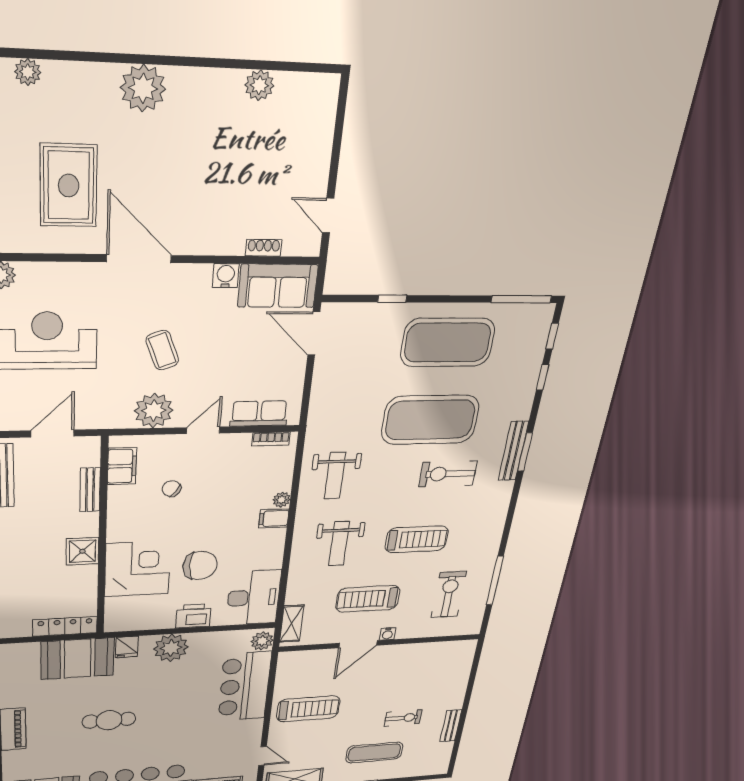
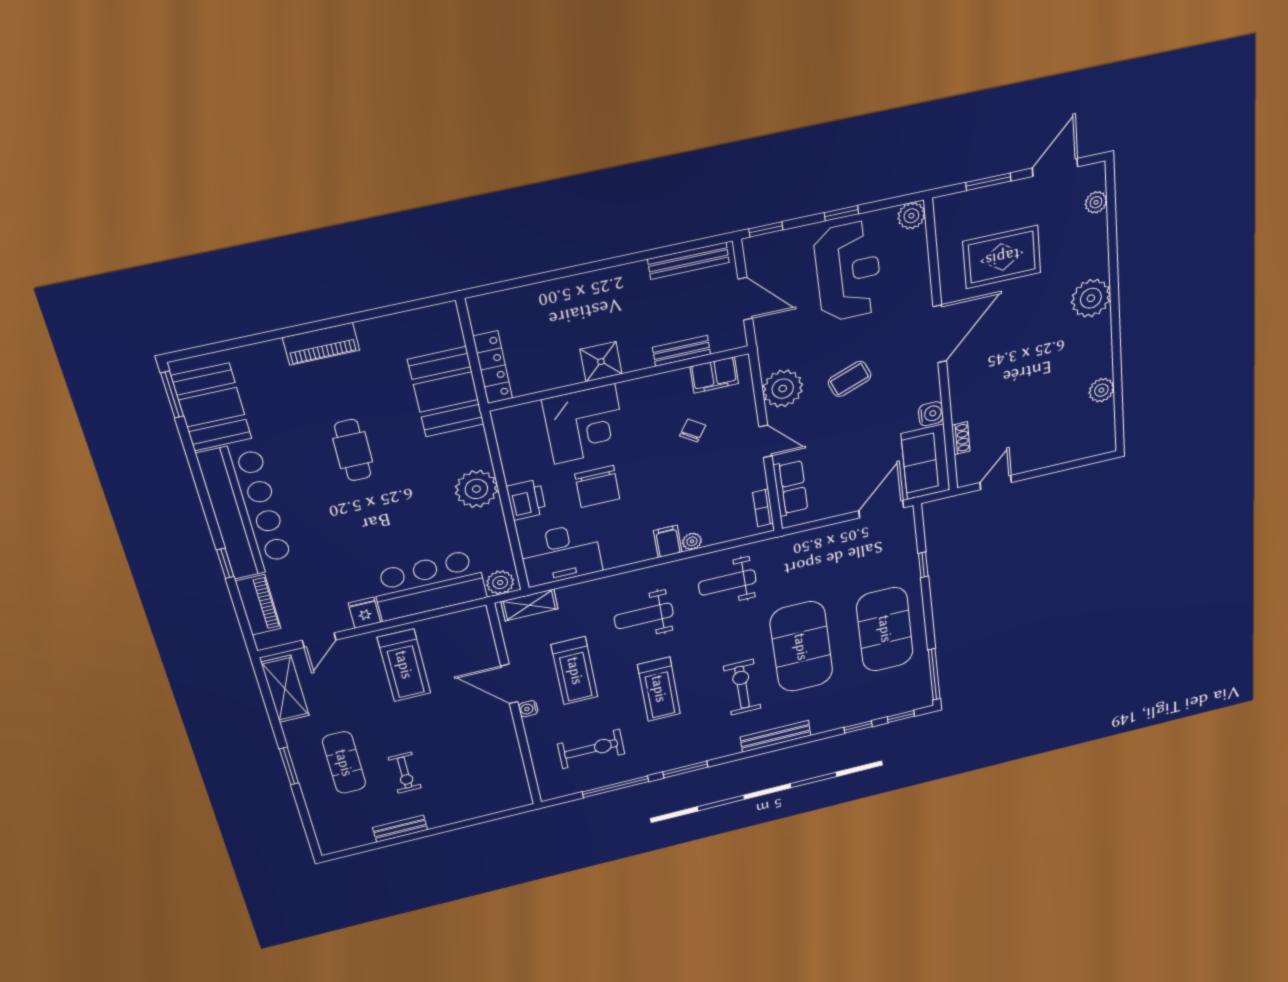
window: (525, 452) -> (685, 770), moved
treadmill: (368, 599) -> (575, 671), turned 180
fridge: (127, 647) -> (364, 613), moved, turned 90

